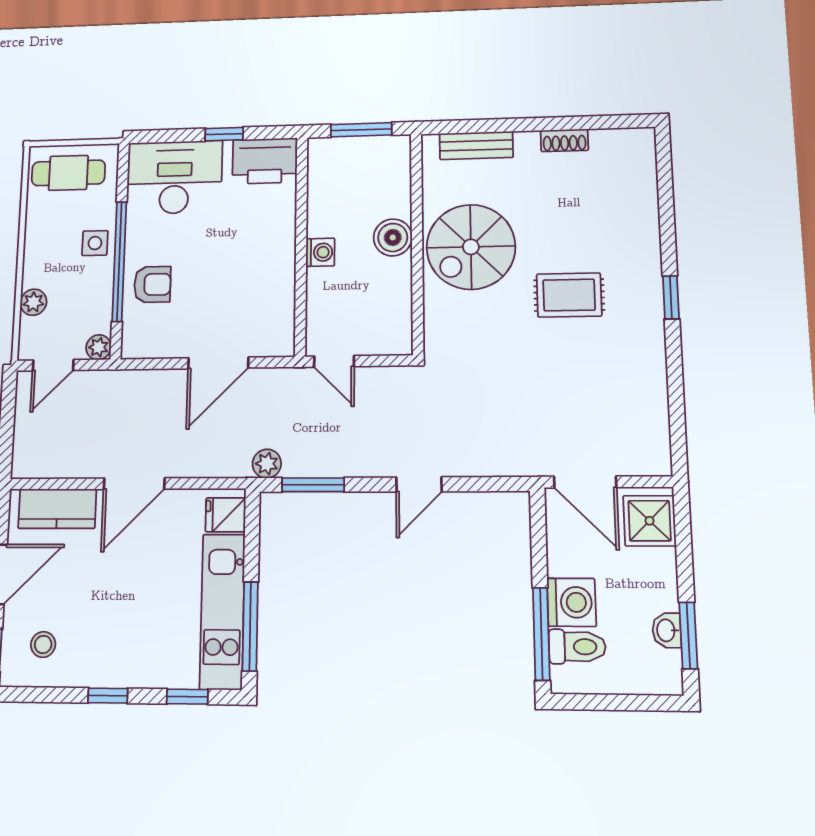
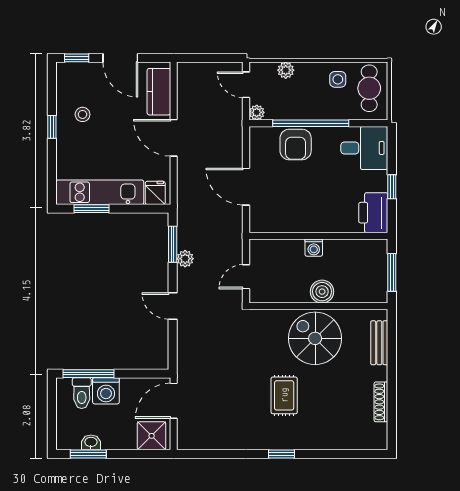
shoe rack: (564, 140) -> (381, 402), width x1.43
desk: (174, 177) -> (364, 148), width x0.73
side table: (95, 243) -> (338, 79), moved
armchair: (152, 284) -> (296, 144), width x1.38, depth x1.38
door: (334, 361) -> (246, 277), moved
plant: (267, 464) -> (185, 259), moved
window: (250, 626) -> (92, 209), width x0.69
stool: (43, 644) -> (83, 114), moved
window: (187, 697) -> (52, 173), removed

